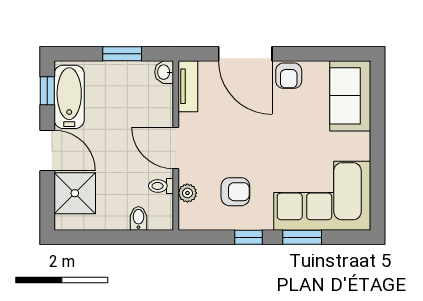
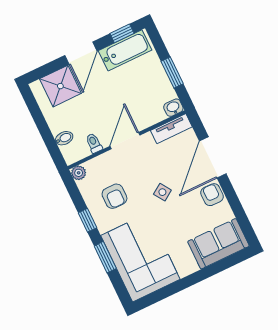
armchair: (289, 76) -> (212, 195), turned 90
side table: (258, 133) -> (162, 192), added
plant: (187, 193) -> (79, 173), moved

